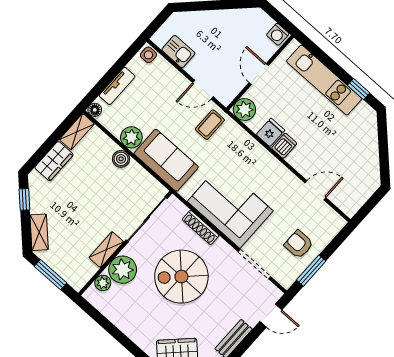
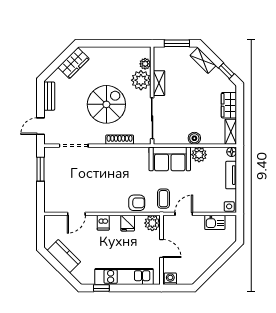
dishwasher: (284, 146) -> (103, 223), moved
kitchen counter: (368, 158) -> (64, 256), added
corner sofa: (230, 206) -> (114, 165), removed
armchair: (299, 244) -> (137, 203), moved

